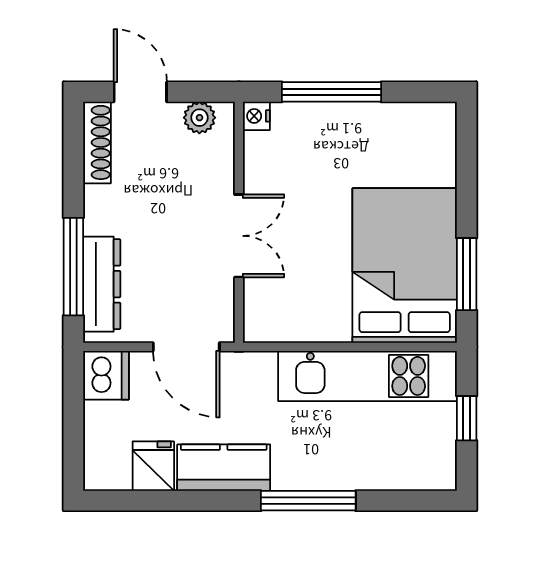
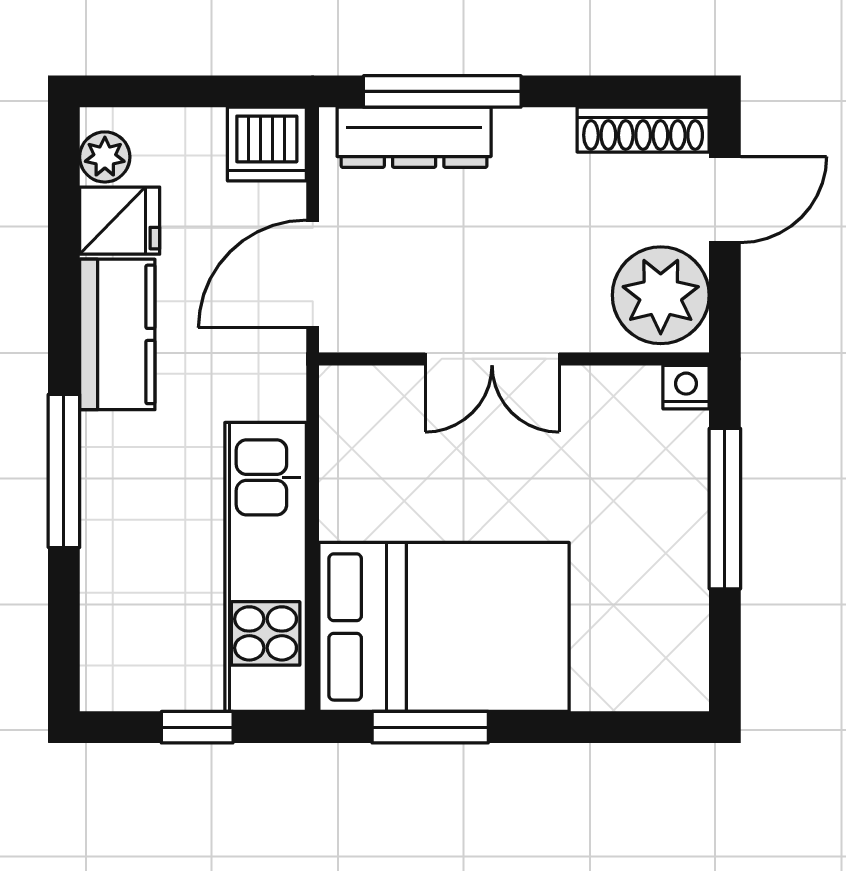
plant: (199, 118) -> (661, 295), width x1.87, depth x1.87
plant: (114, 475) -> (105, 157), added

